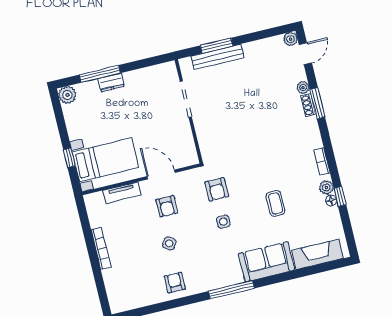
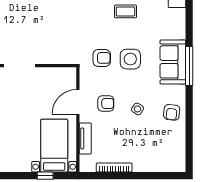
side table: (223, 222) -> (130, 59), width x1.87, depth x1.87
bookcase: (101, 248) -> (114, 167), moved
sofa: (266, 262) -> (173, 62), moved
armchair: (175, 283) -> (172, 112), turned -84

